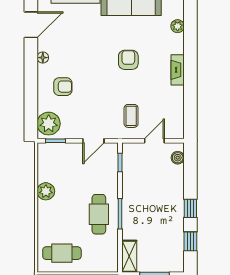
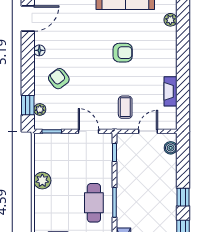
armchair: (128, 60) -> (123, 53), turned 90
fireplace: (178, 70) -> (171, 91), moved
armchair: (63, 87) -> (59, 79), turned -128
window: (31, 114) -> (28, 105), added
plant: (49, 124) -> (40, 109), width x0.53, depth x0.53
door: (93, 141) -> (89, 131), swing flipped

